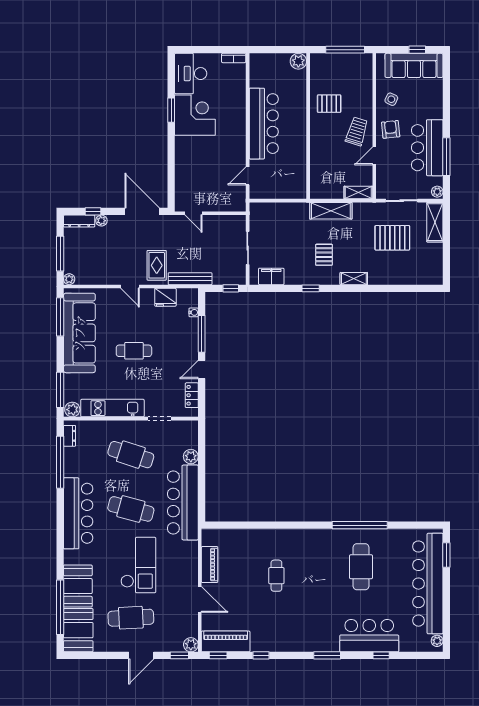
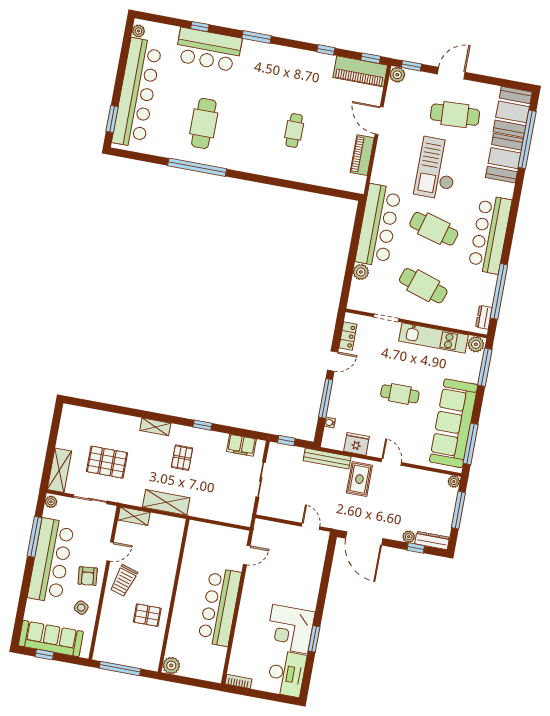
bar counter: (427, 148) -> (51, 561), width x1.36

